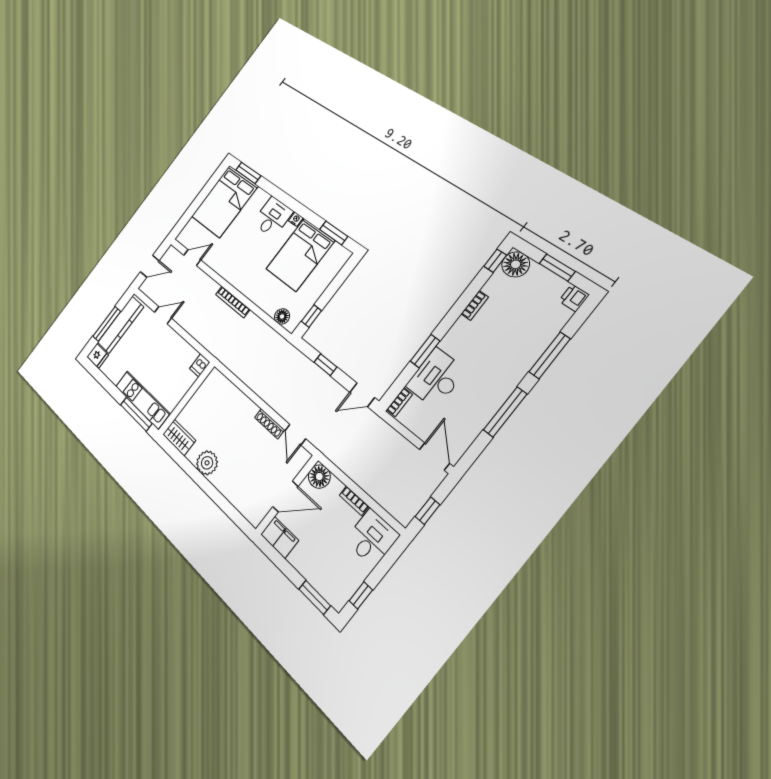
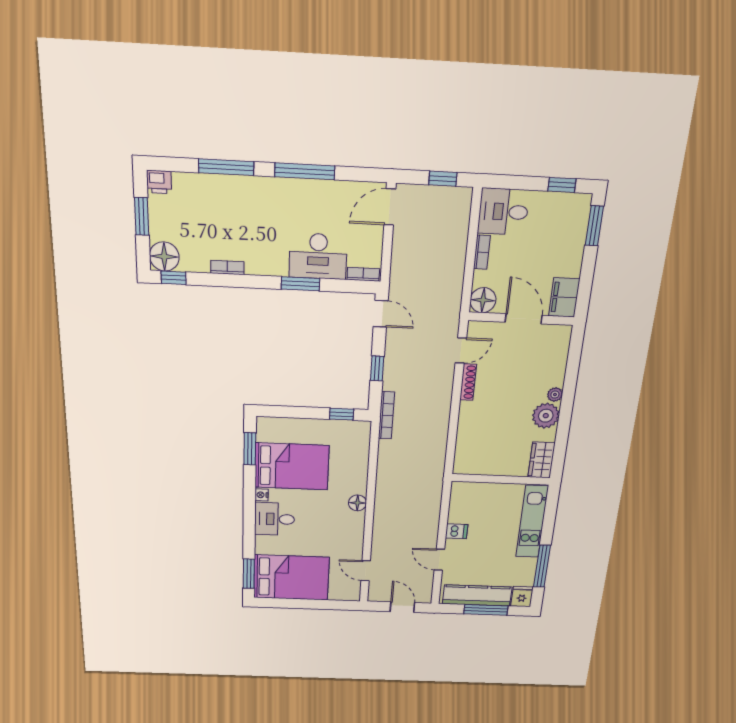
bookcase: (233, 302) -> (386, 415), moved
floor lamp: (282, 316) -> (357, 503), moved
dishwasher: (200, 365) -> (457, 531), moved
window: (136, 414) -> (542, 566), moved
plant: (217, 480) -> (555, 395), added

